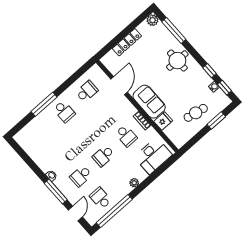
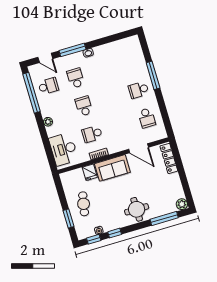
locker: (127, 42) -> (169, 158), moved

